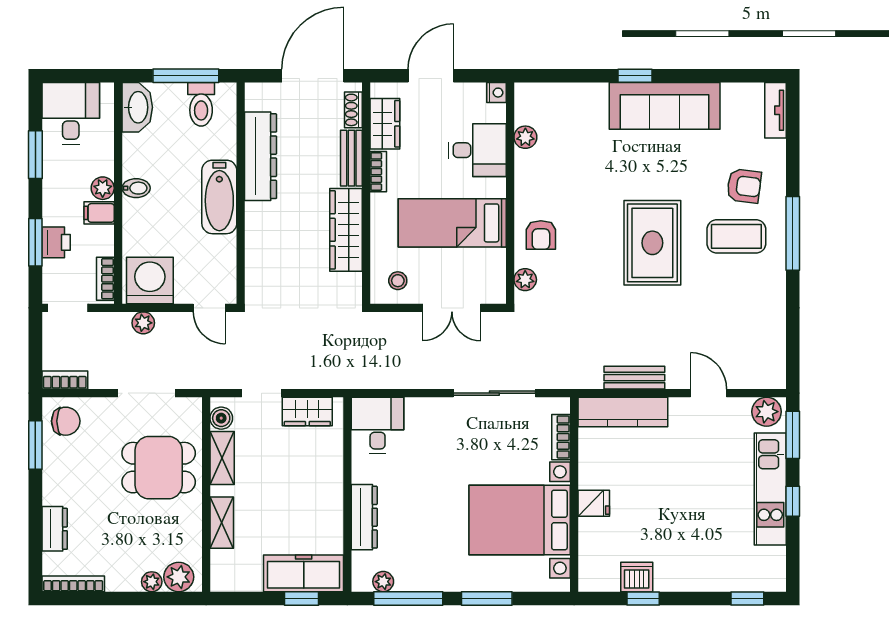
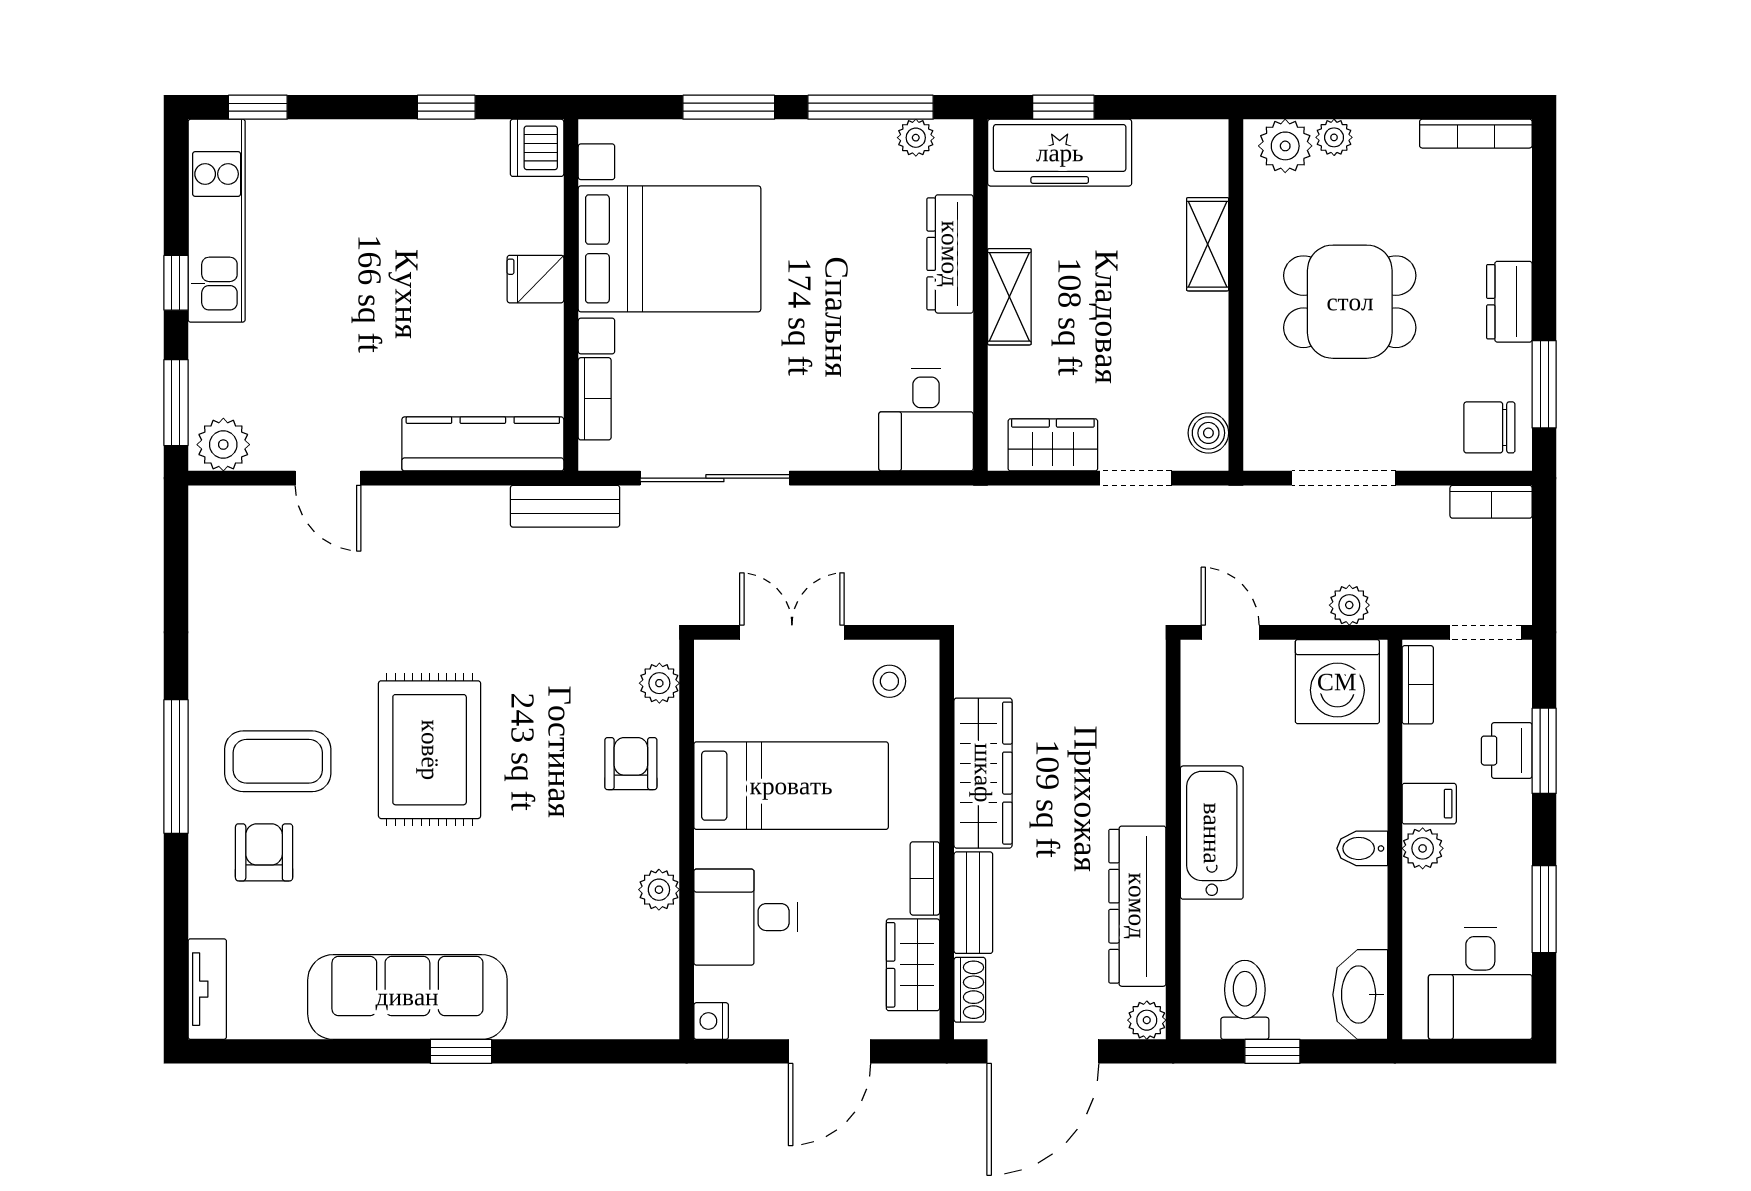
window: (186, 76) -> (1272, 1051), width x0.46
plant: (255, 93) -> (1147, 1020), added
plant: (525, 137) -> (659, 890), moved
armchair: (744, 186) -> (264, 852), turned 83
bench: (634, 378) -> (565, 506), moved
shelving: (222, 458) -> (1009, 297), moved
dining table: (159, 468) -> (1350, 302), moved
kitchen unit: (770, 489) -> (217, 221), moved
dresser: (55, 529) -> (1509, 302), moved
dishwasher: (637, 577) -> (537, 148), moved, turned 90

